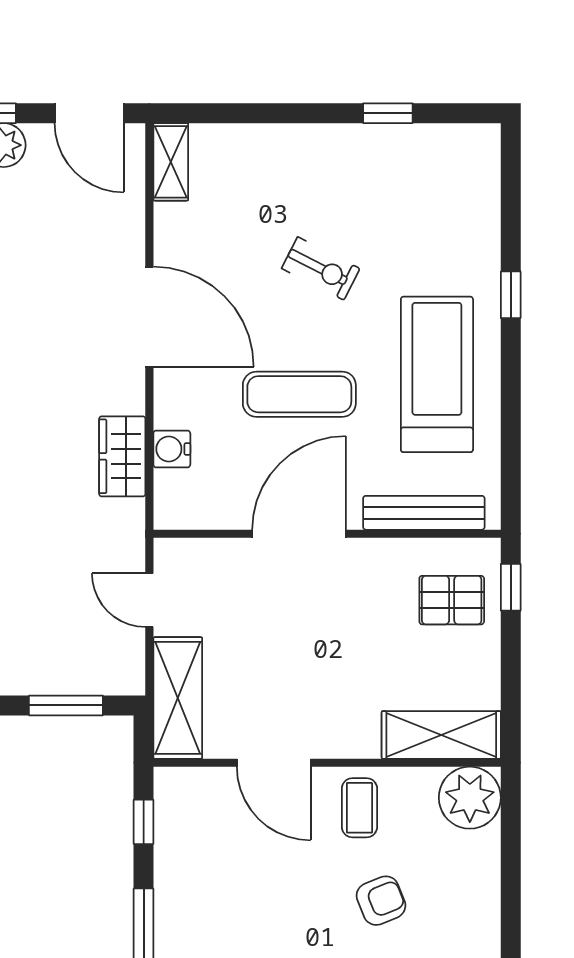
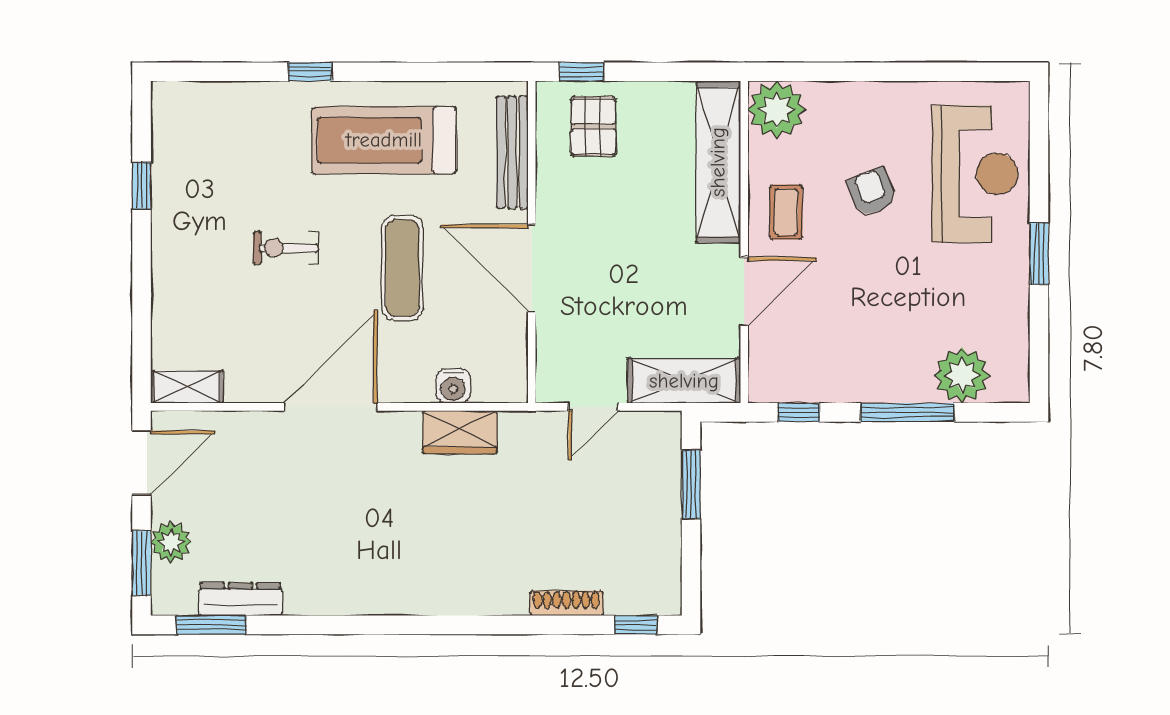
exercise bike: (321, 268) -> (286, 248), turned -117
shelving: (441, 735) -> (718, 162), width x1.47
coffee table: (359, 808) -> (786, 212), turned 90

